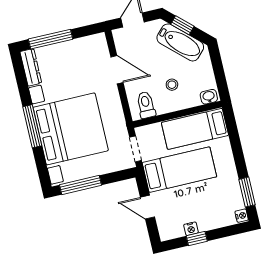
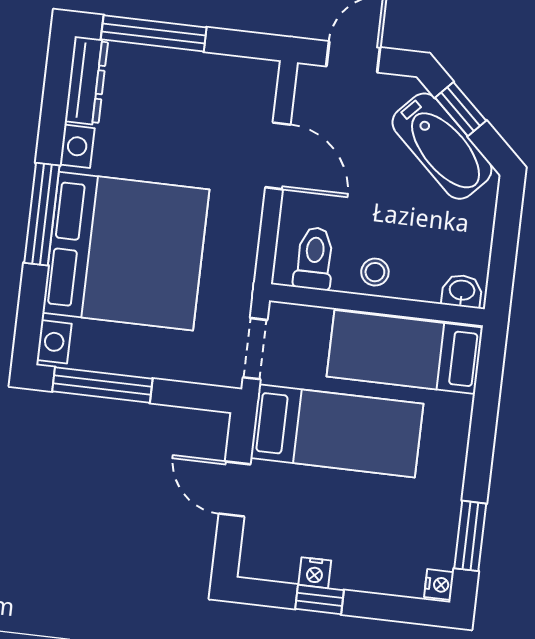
stool: (172, 85) -> (375, 272), moved

